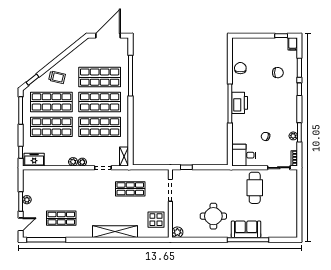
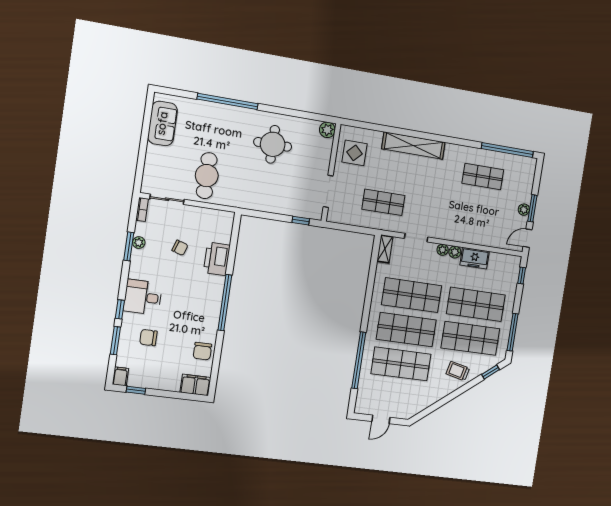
door: (108, 36) -> (381, 419), width x0.53
filing cabinet: (242, 44) -> (195, 385), added
printer: (240, 103) -> (217, 259), moved
desk: (244, 155) -> (143, 297), moved, turned 180
freezer: (34, 160) -> (475, 258), moved
door: (21, 224) -> (528, 238), moved
sofa: (246, 229) -> (162, 123), moved, turned -90

